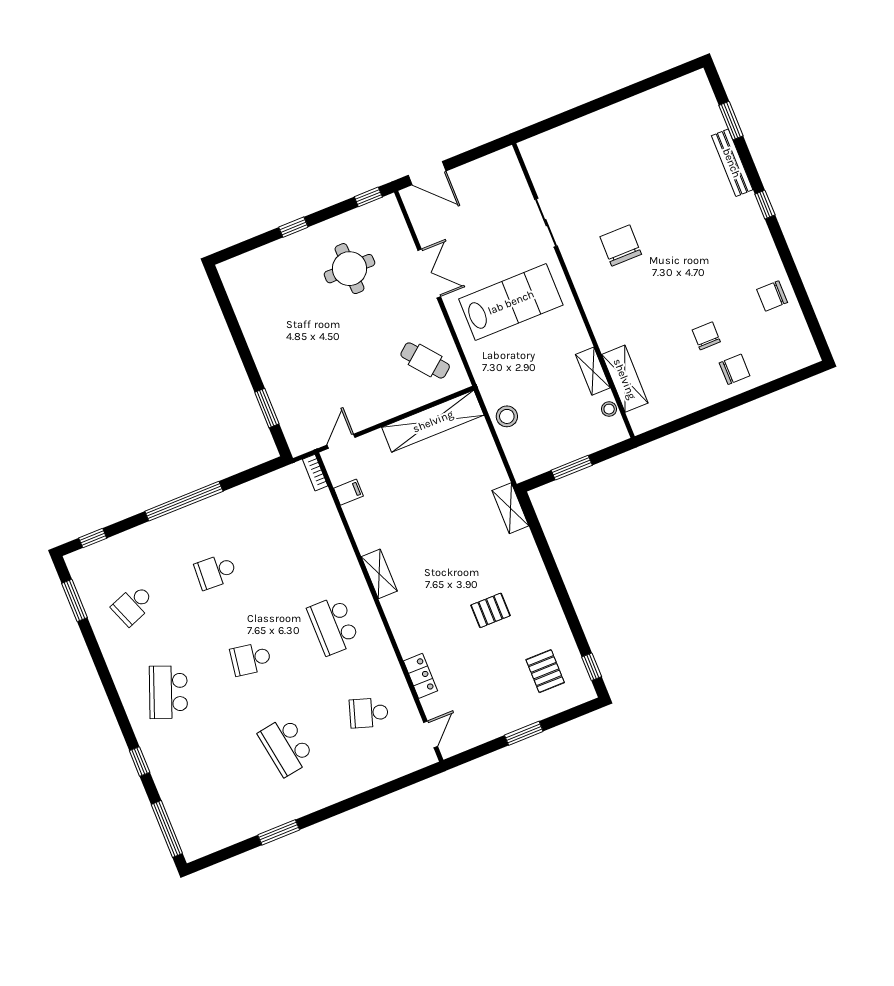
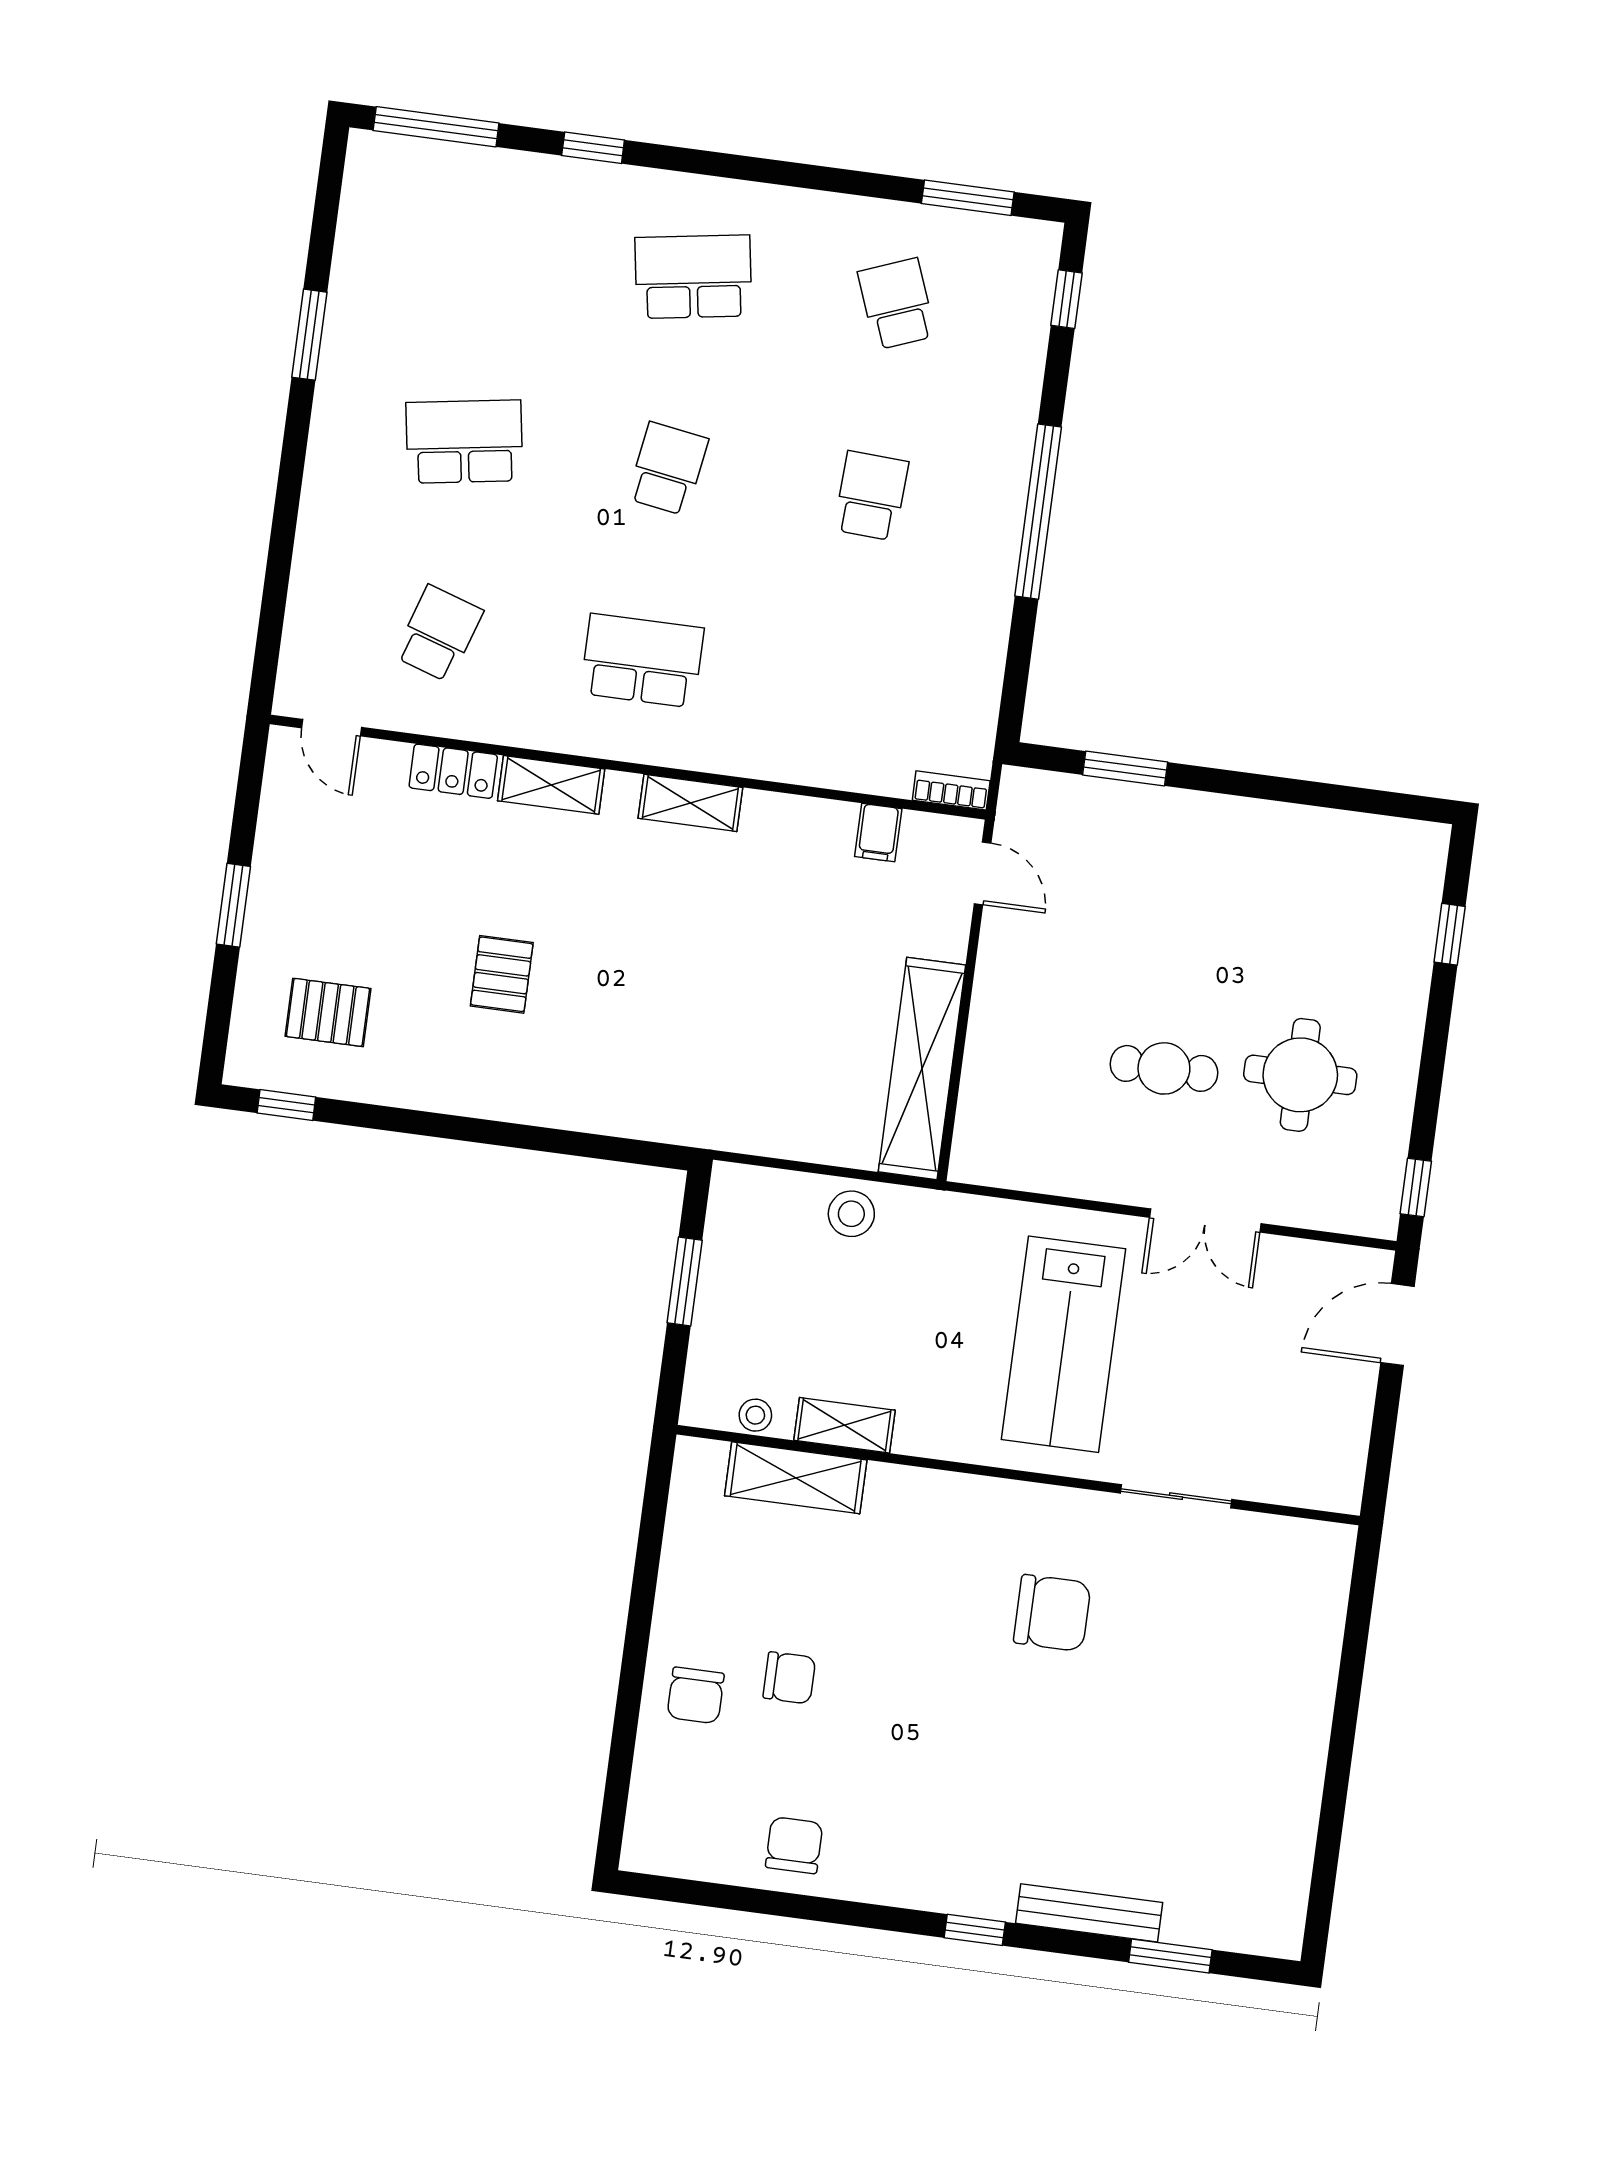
window: (293, 227) -> (1450, 934), moved
cafe table: (425, 360) -> (1164, 1068), moved, turned 39
shelving: (510, 508) -> (551, 785), moved
school desk: (168, 692) -> (693, 277), turned -30

